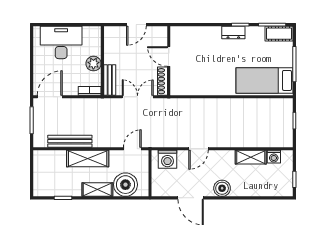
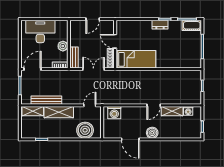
bed: (265, 80) -> (136, 59), moved, turned 180
door: (199, 149) -> (154, 105), moved
shelving: (97, 190) -> (33, 111), moved

